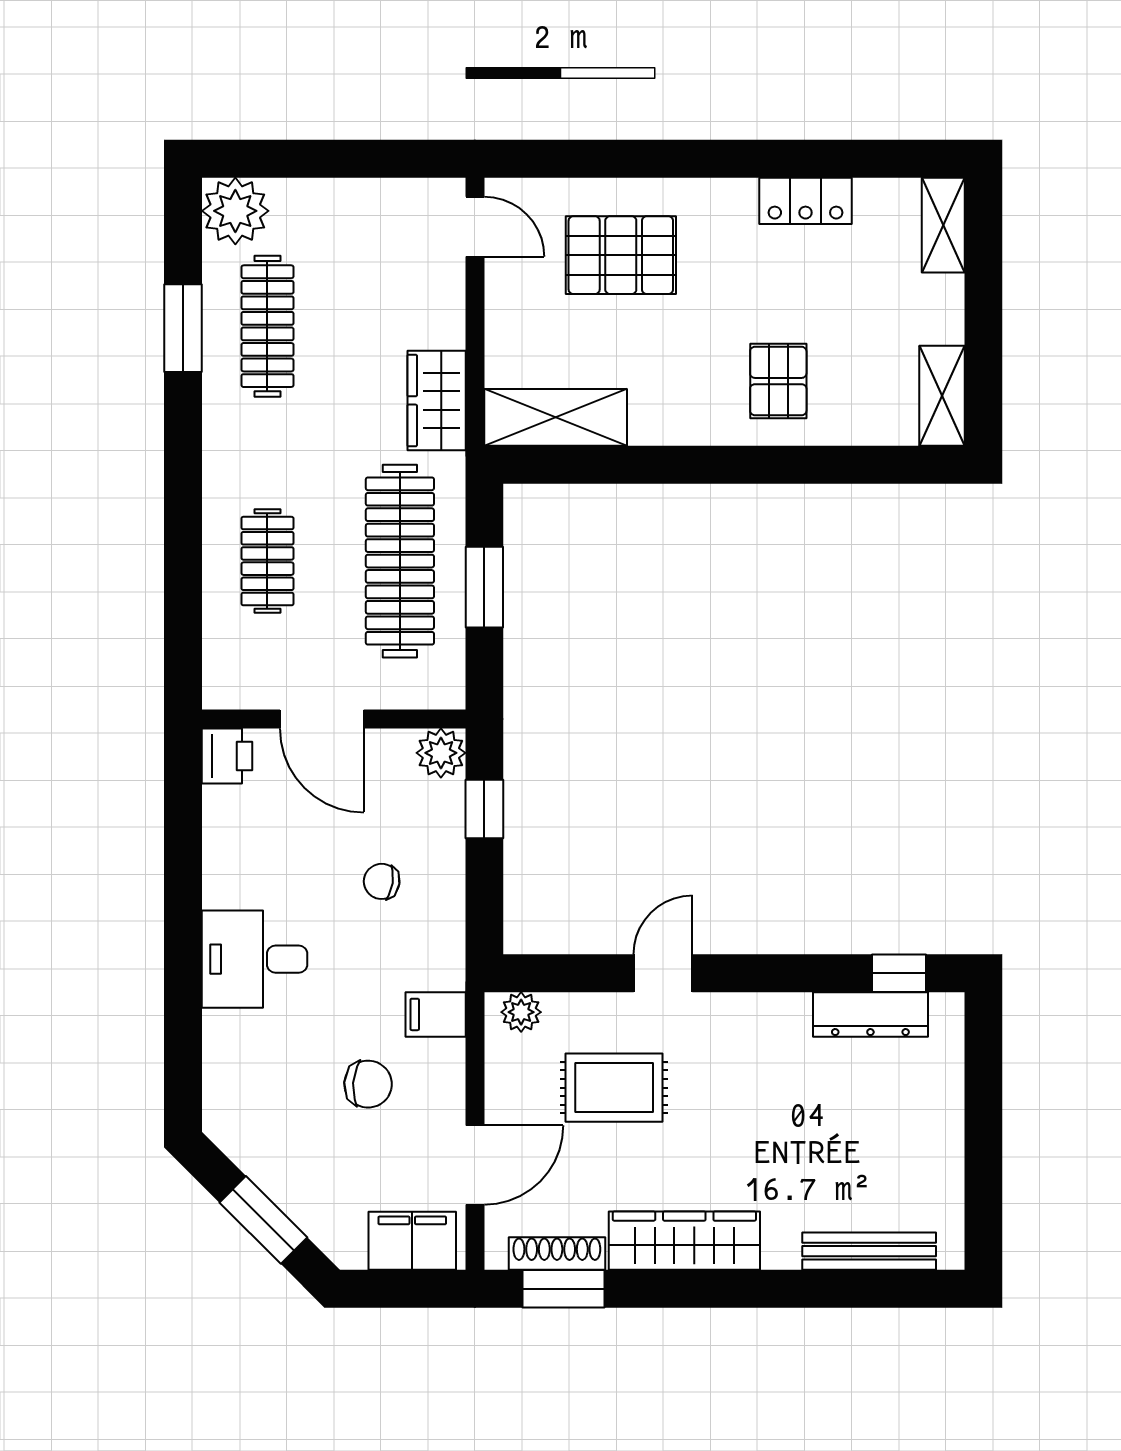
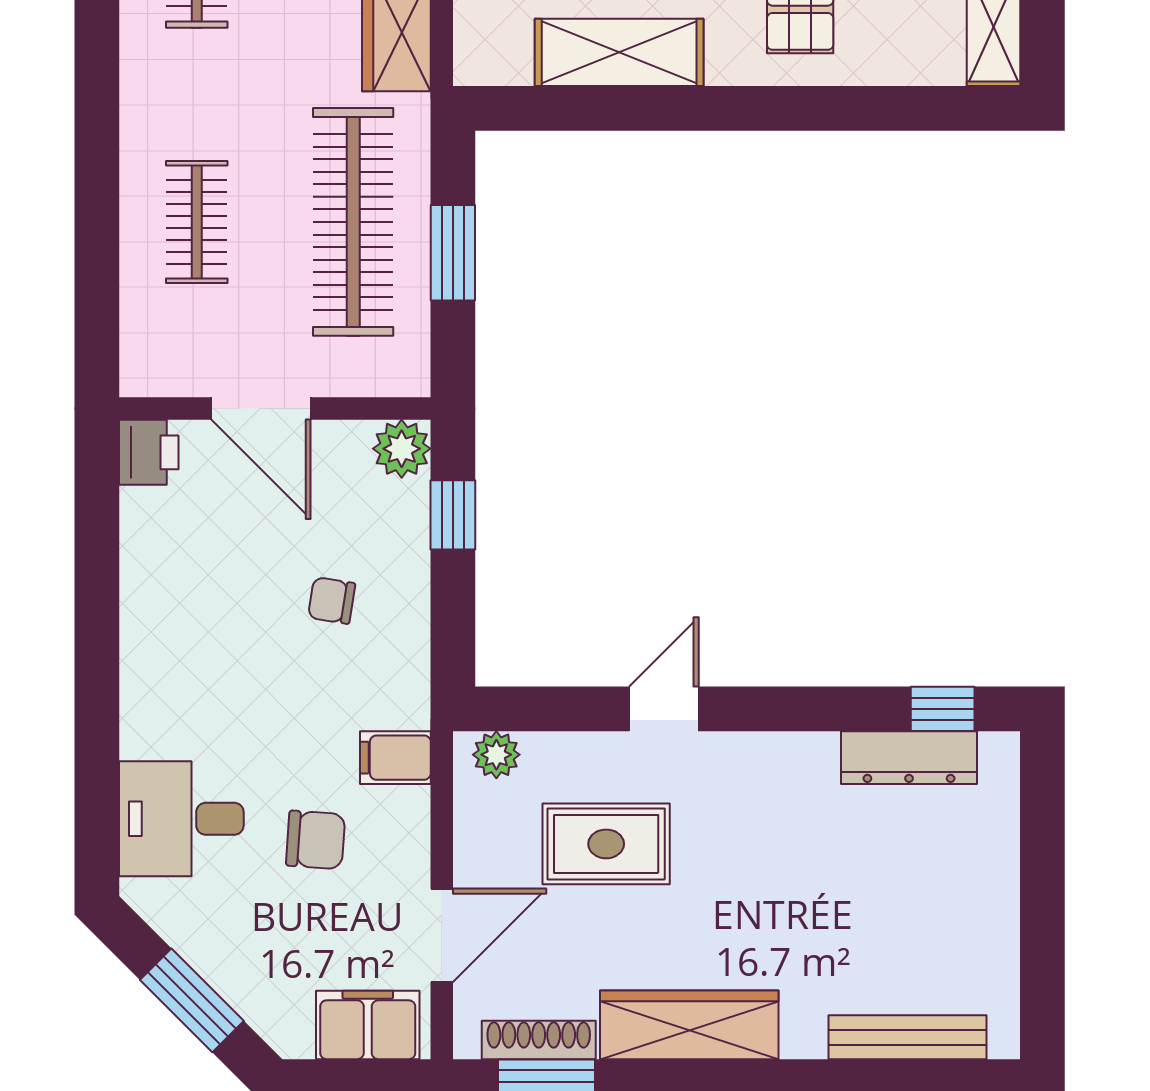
shelving: (556, 417) -> (619, 52), moved
desk: (254, 959) -> (181, 819), moved

